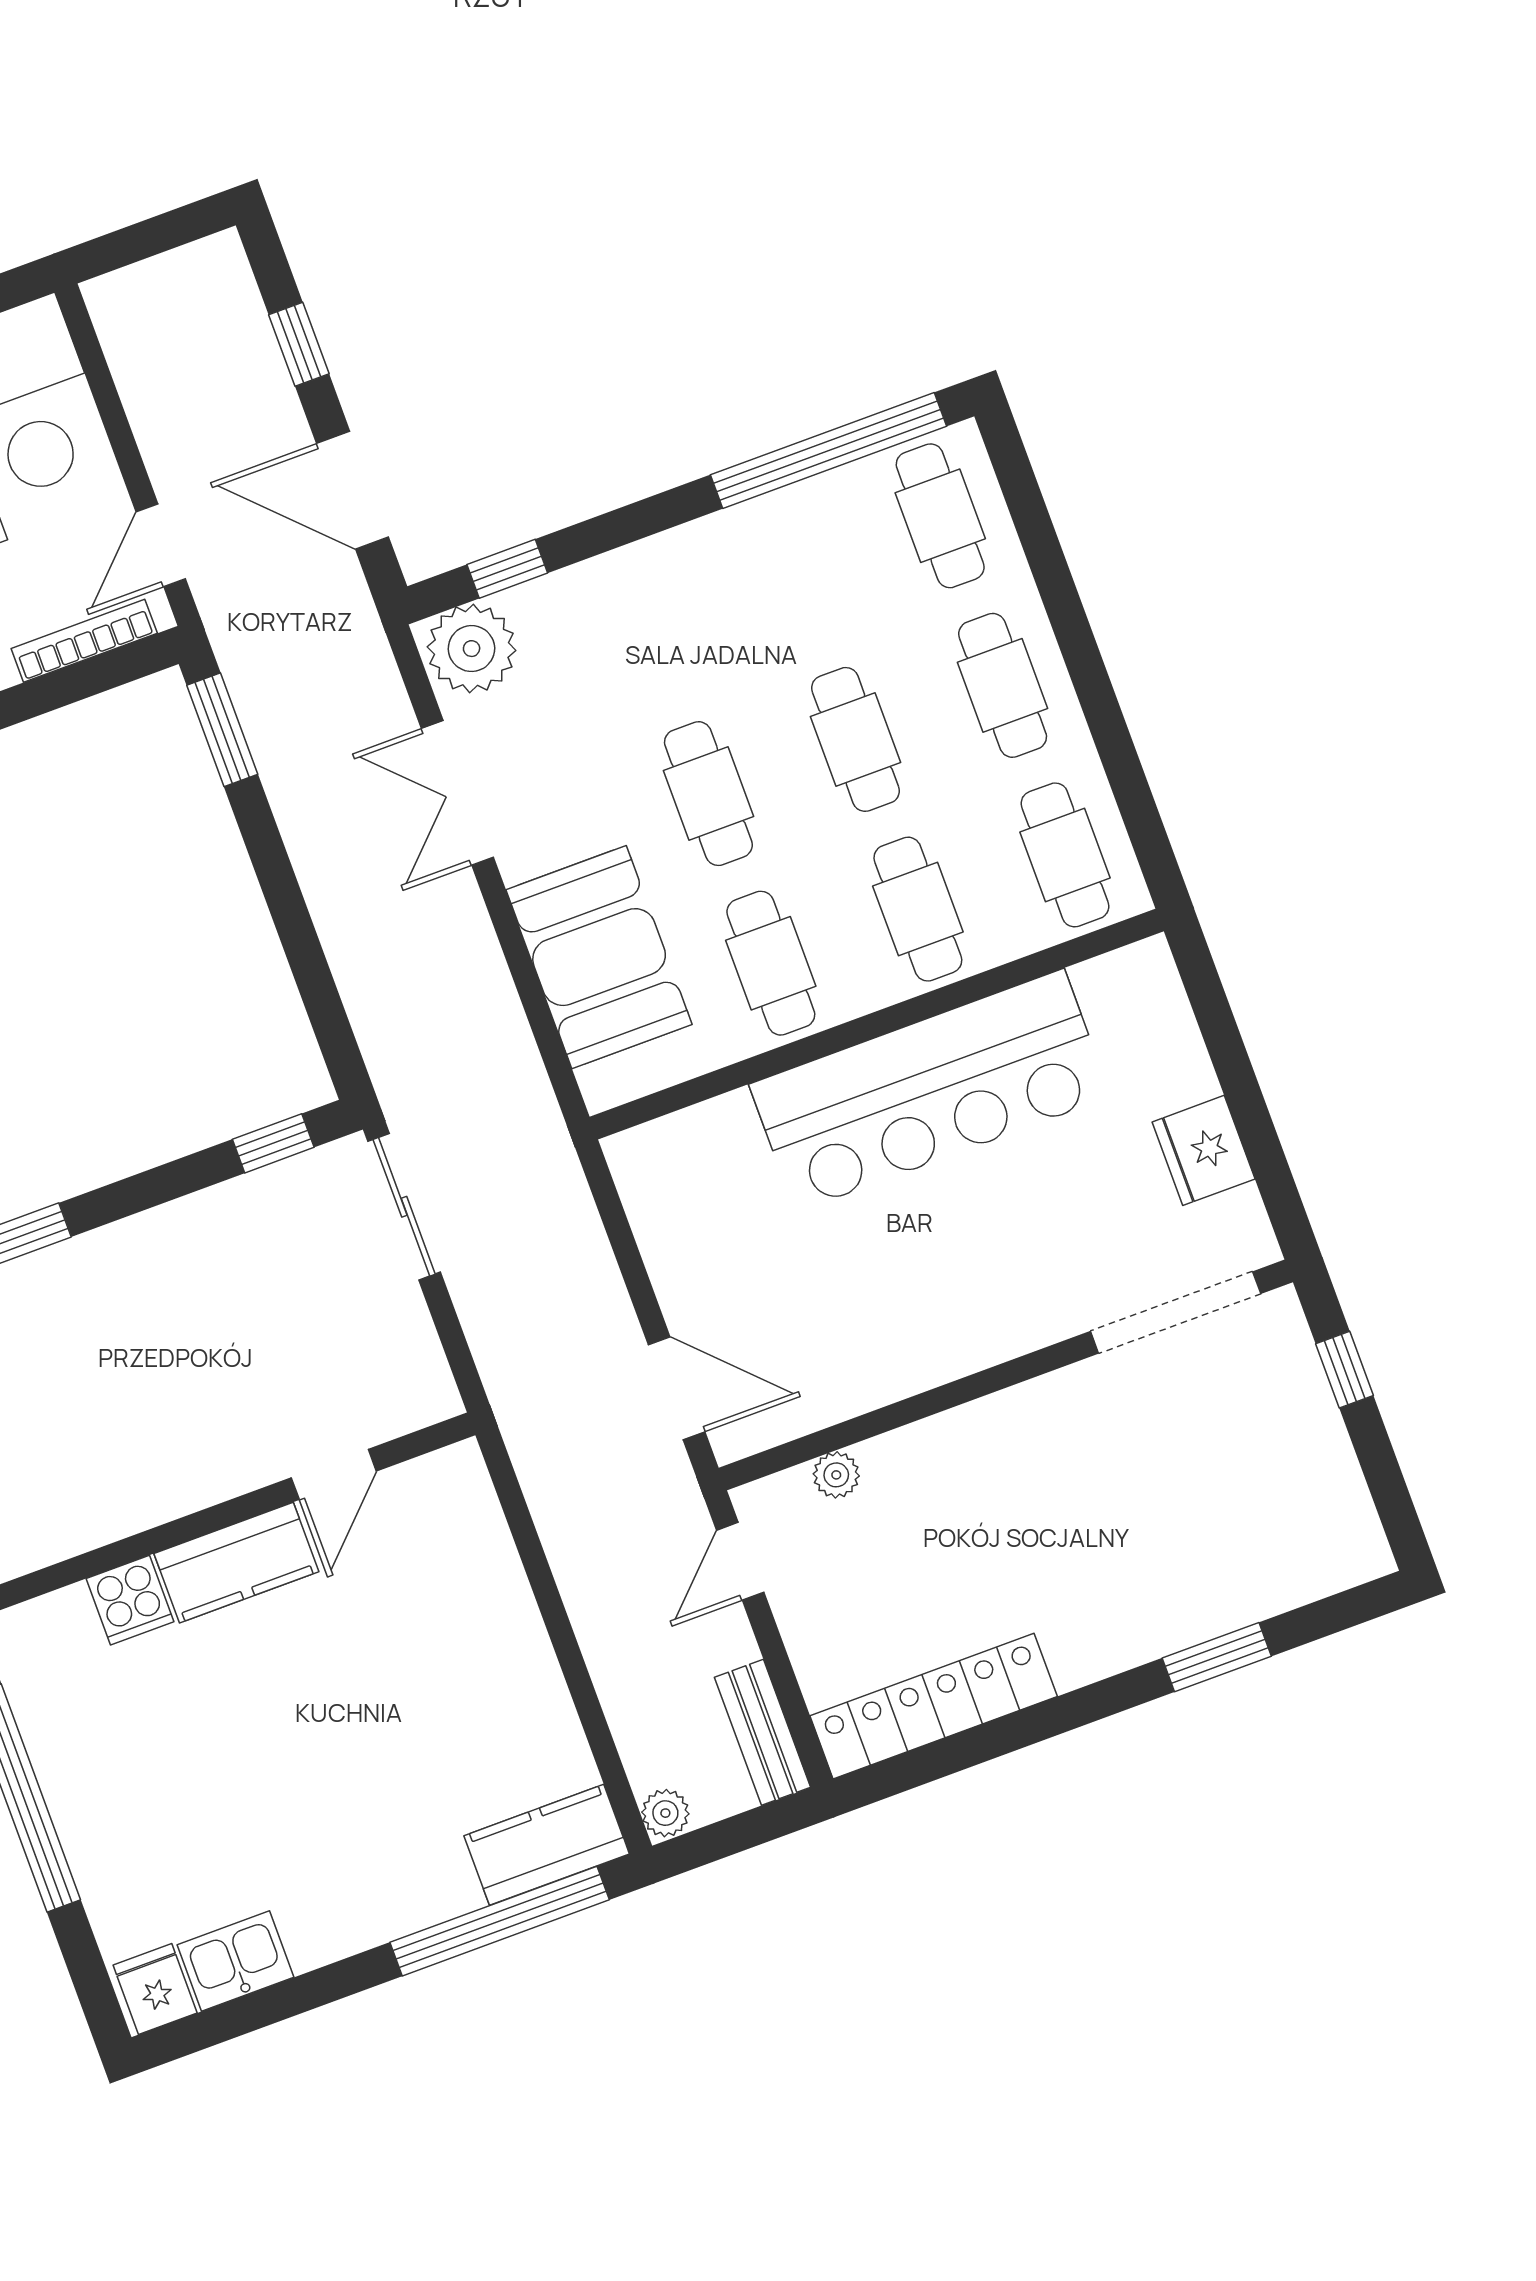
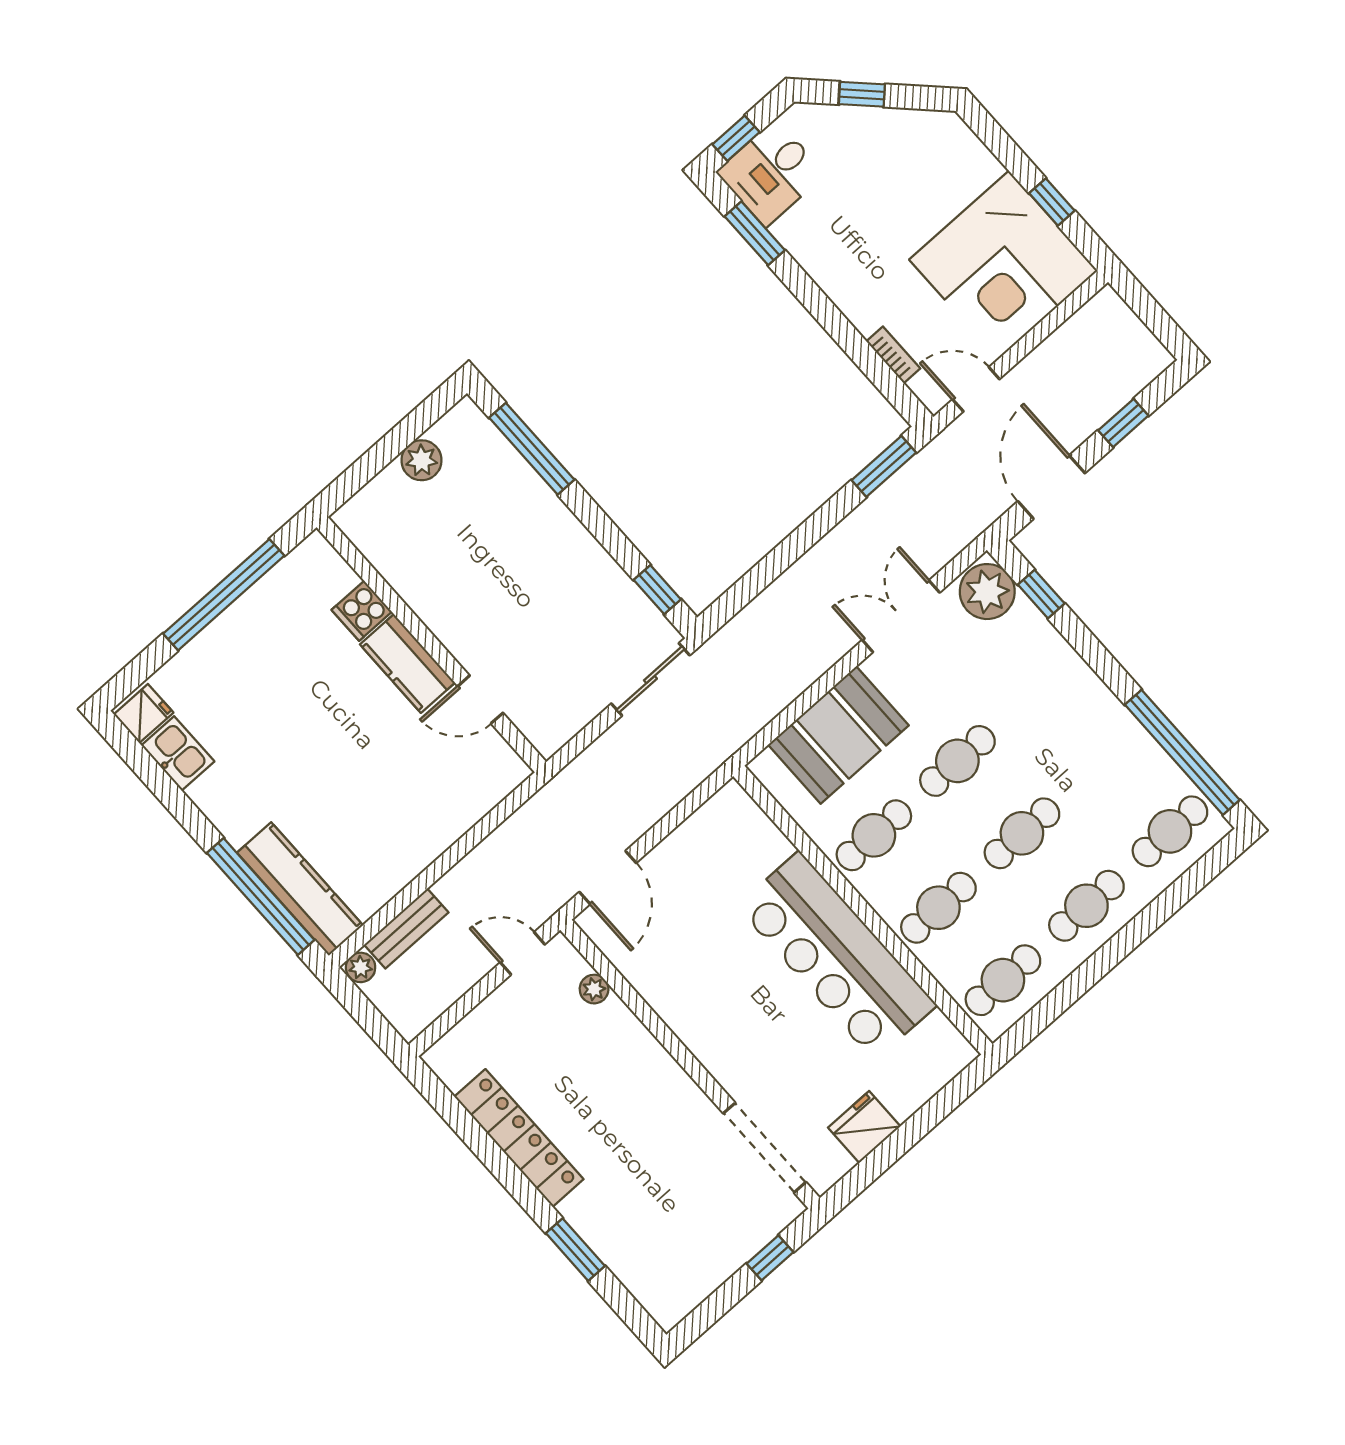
bookcase: (84, 641) -> (893, 355), width x0.64
locker: (934, 1706) -> (519, 1138), moved
bench: (762, 1732) -> (406, 929), moved
kitchen counter: (547, 1845) -> (300, 889), width x1.50

